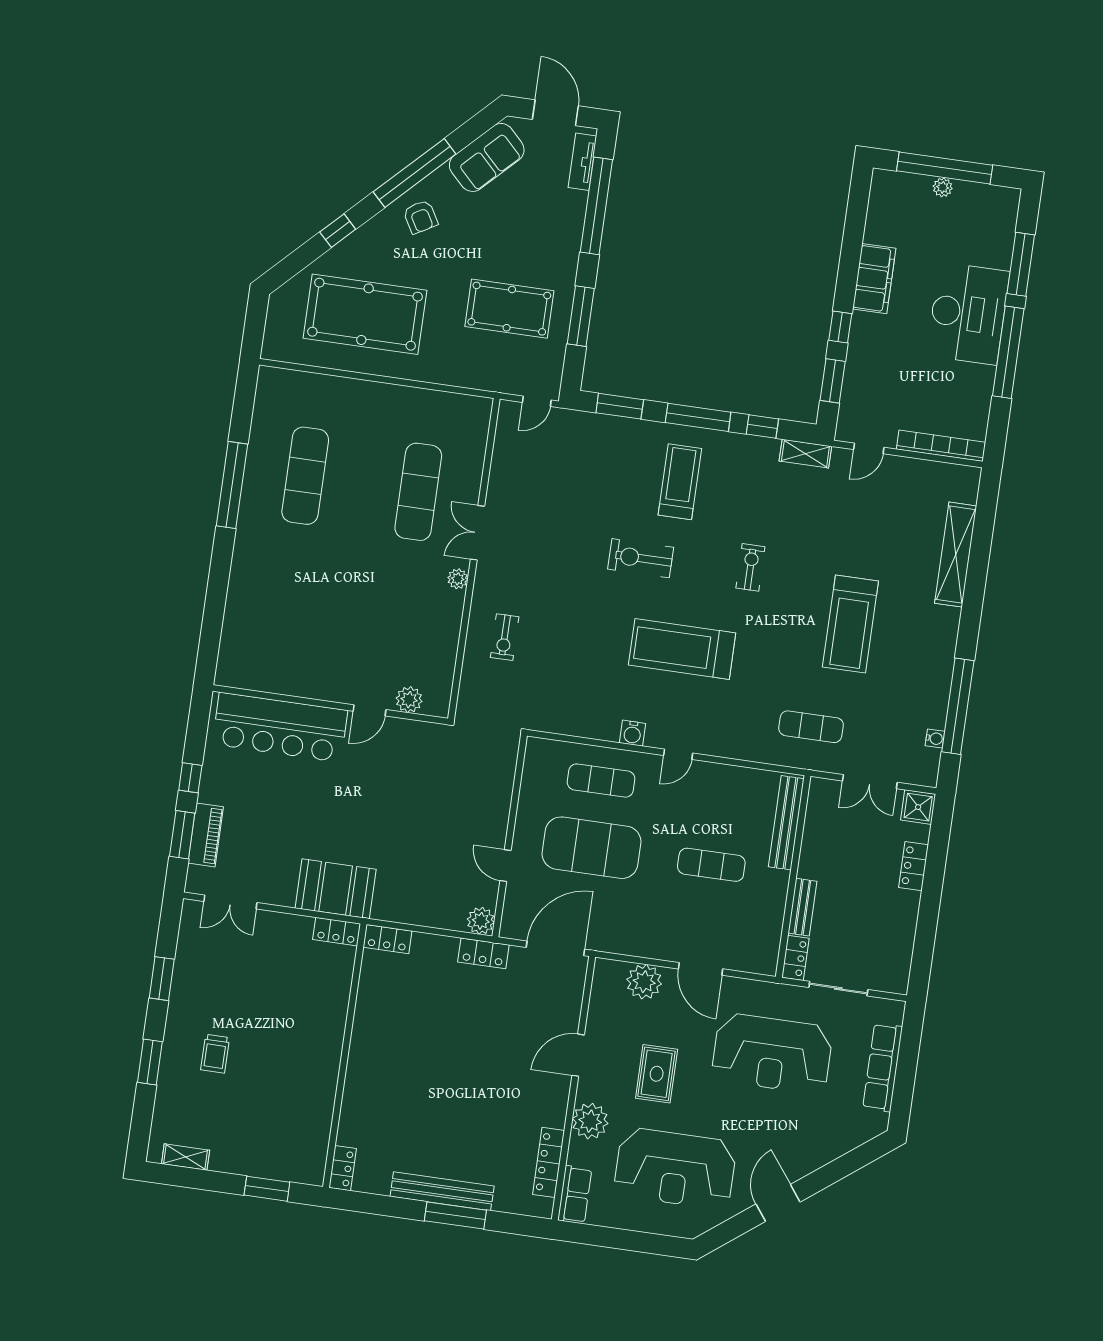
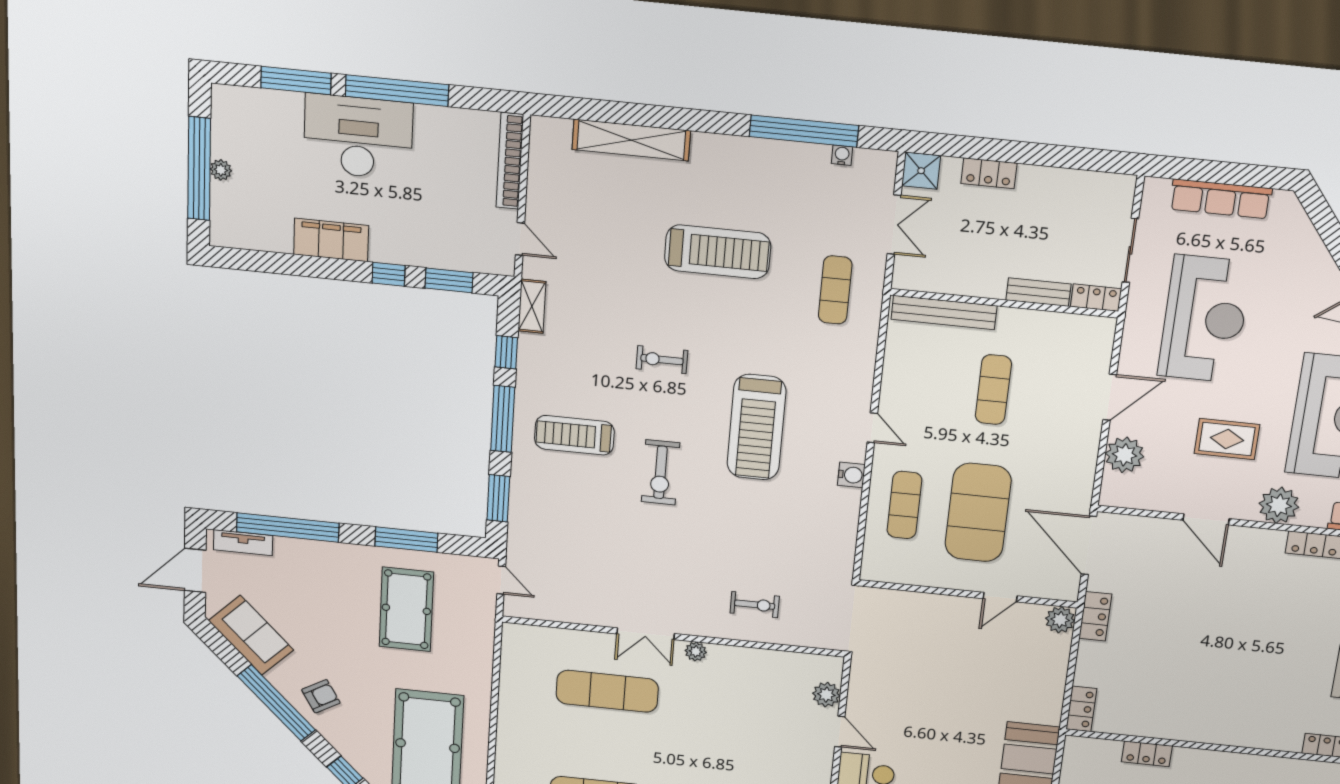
locker: (337, 932) -> (1147, 754), moved, turned 90

